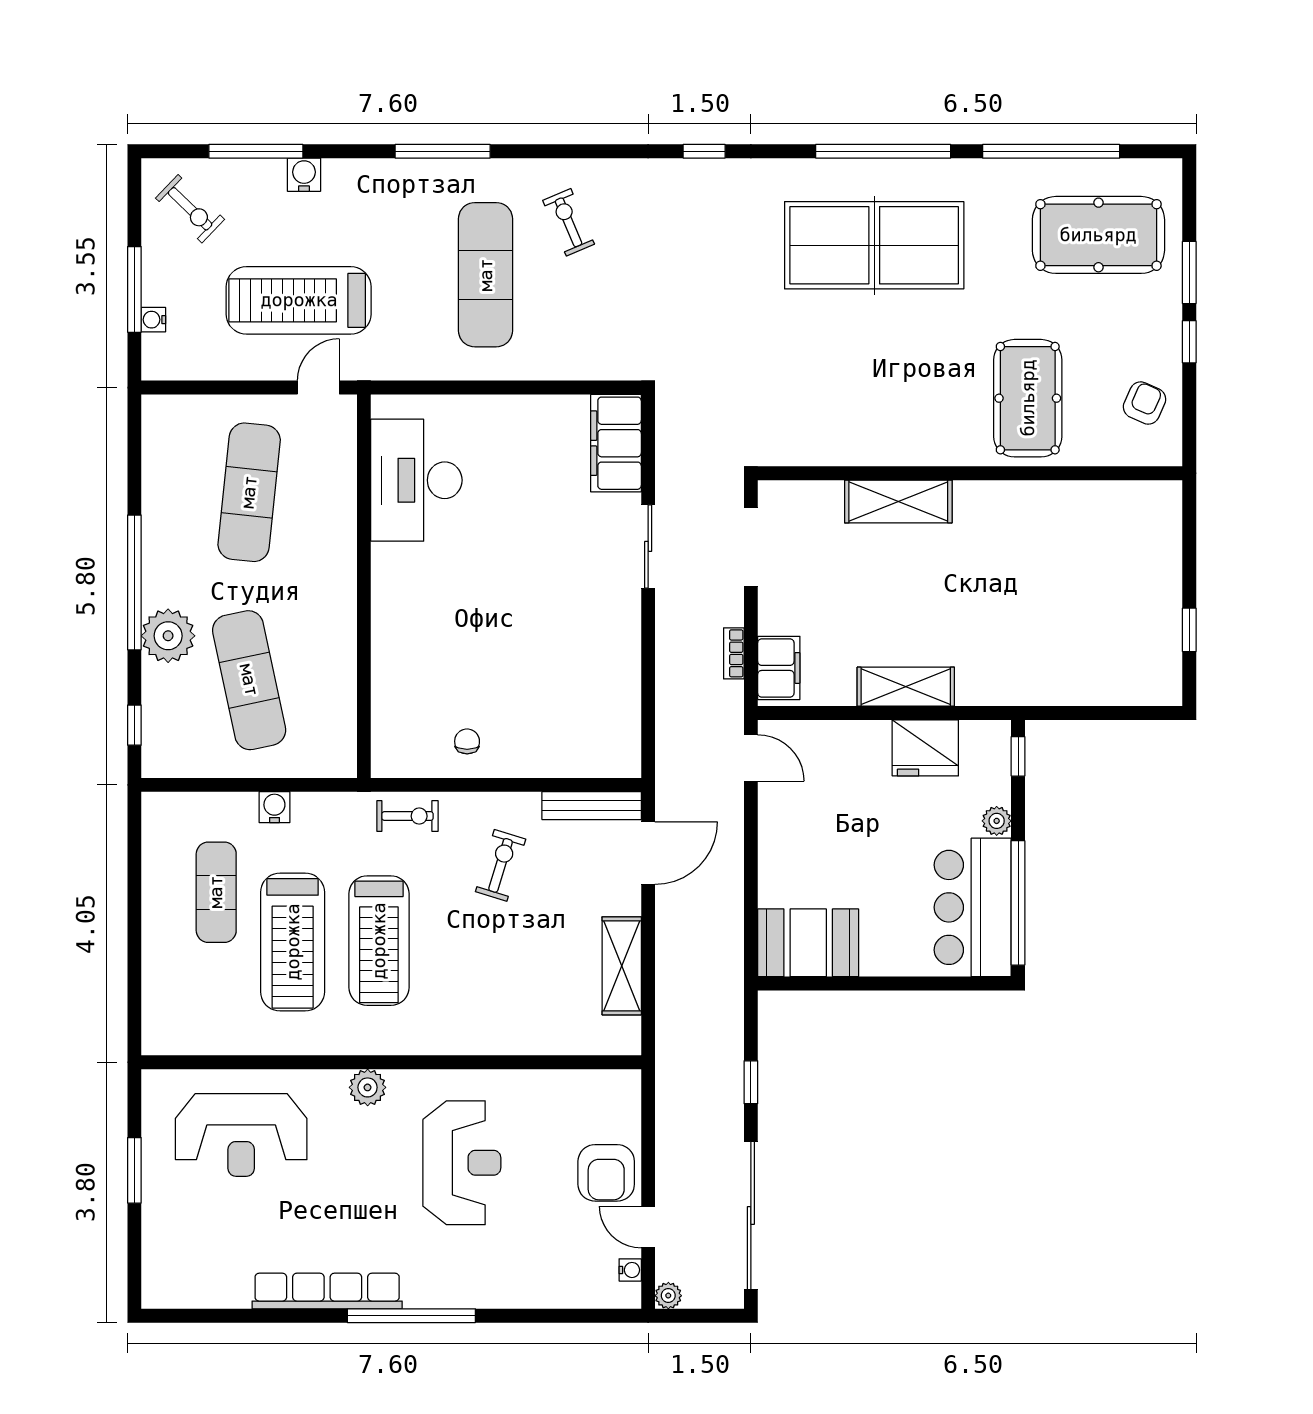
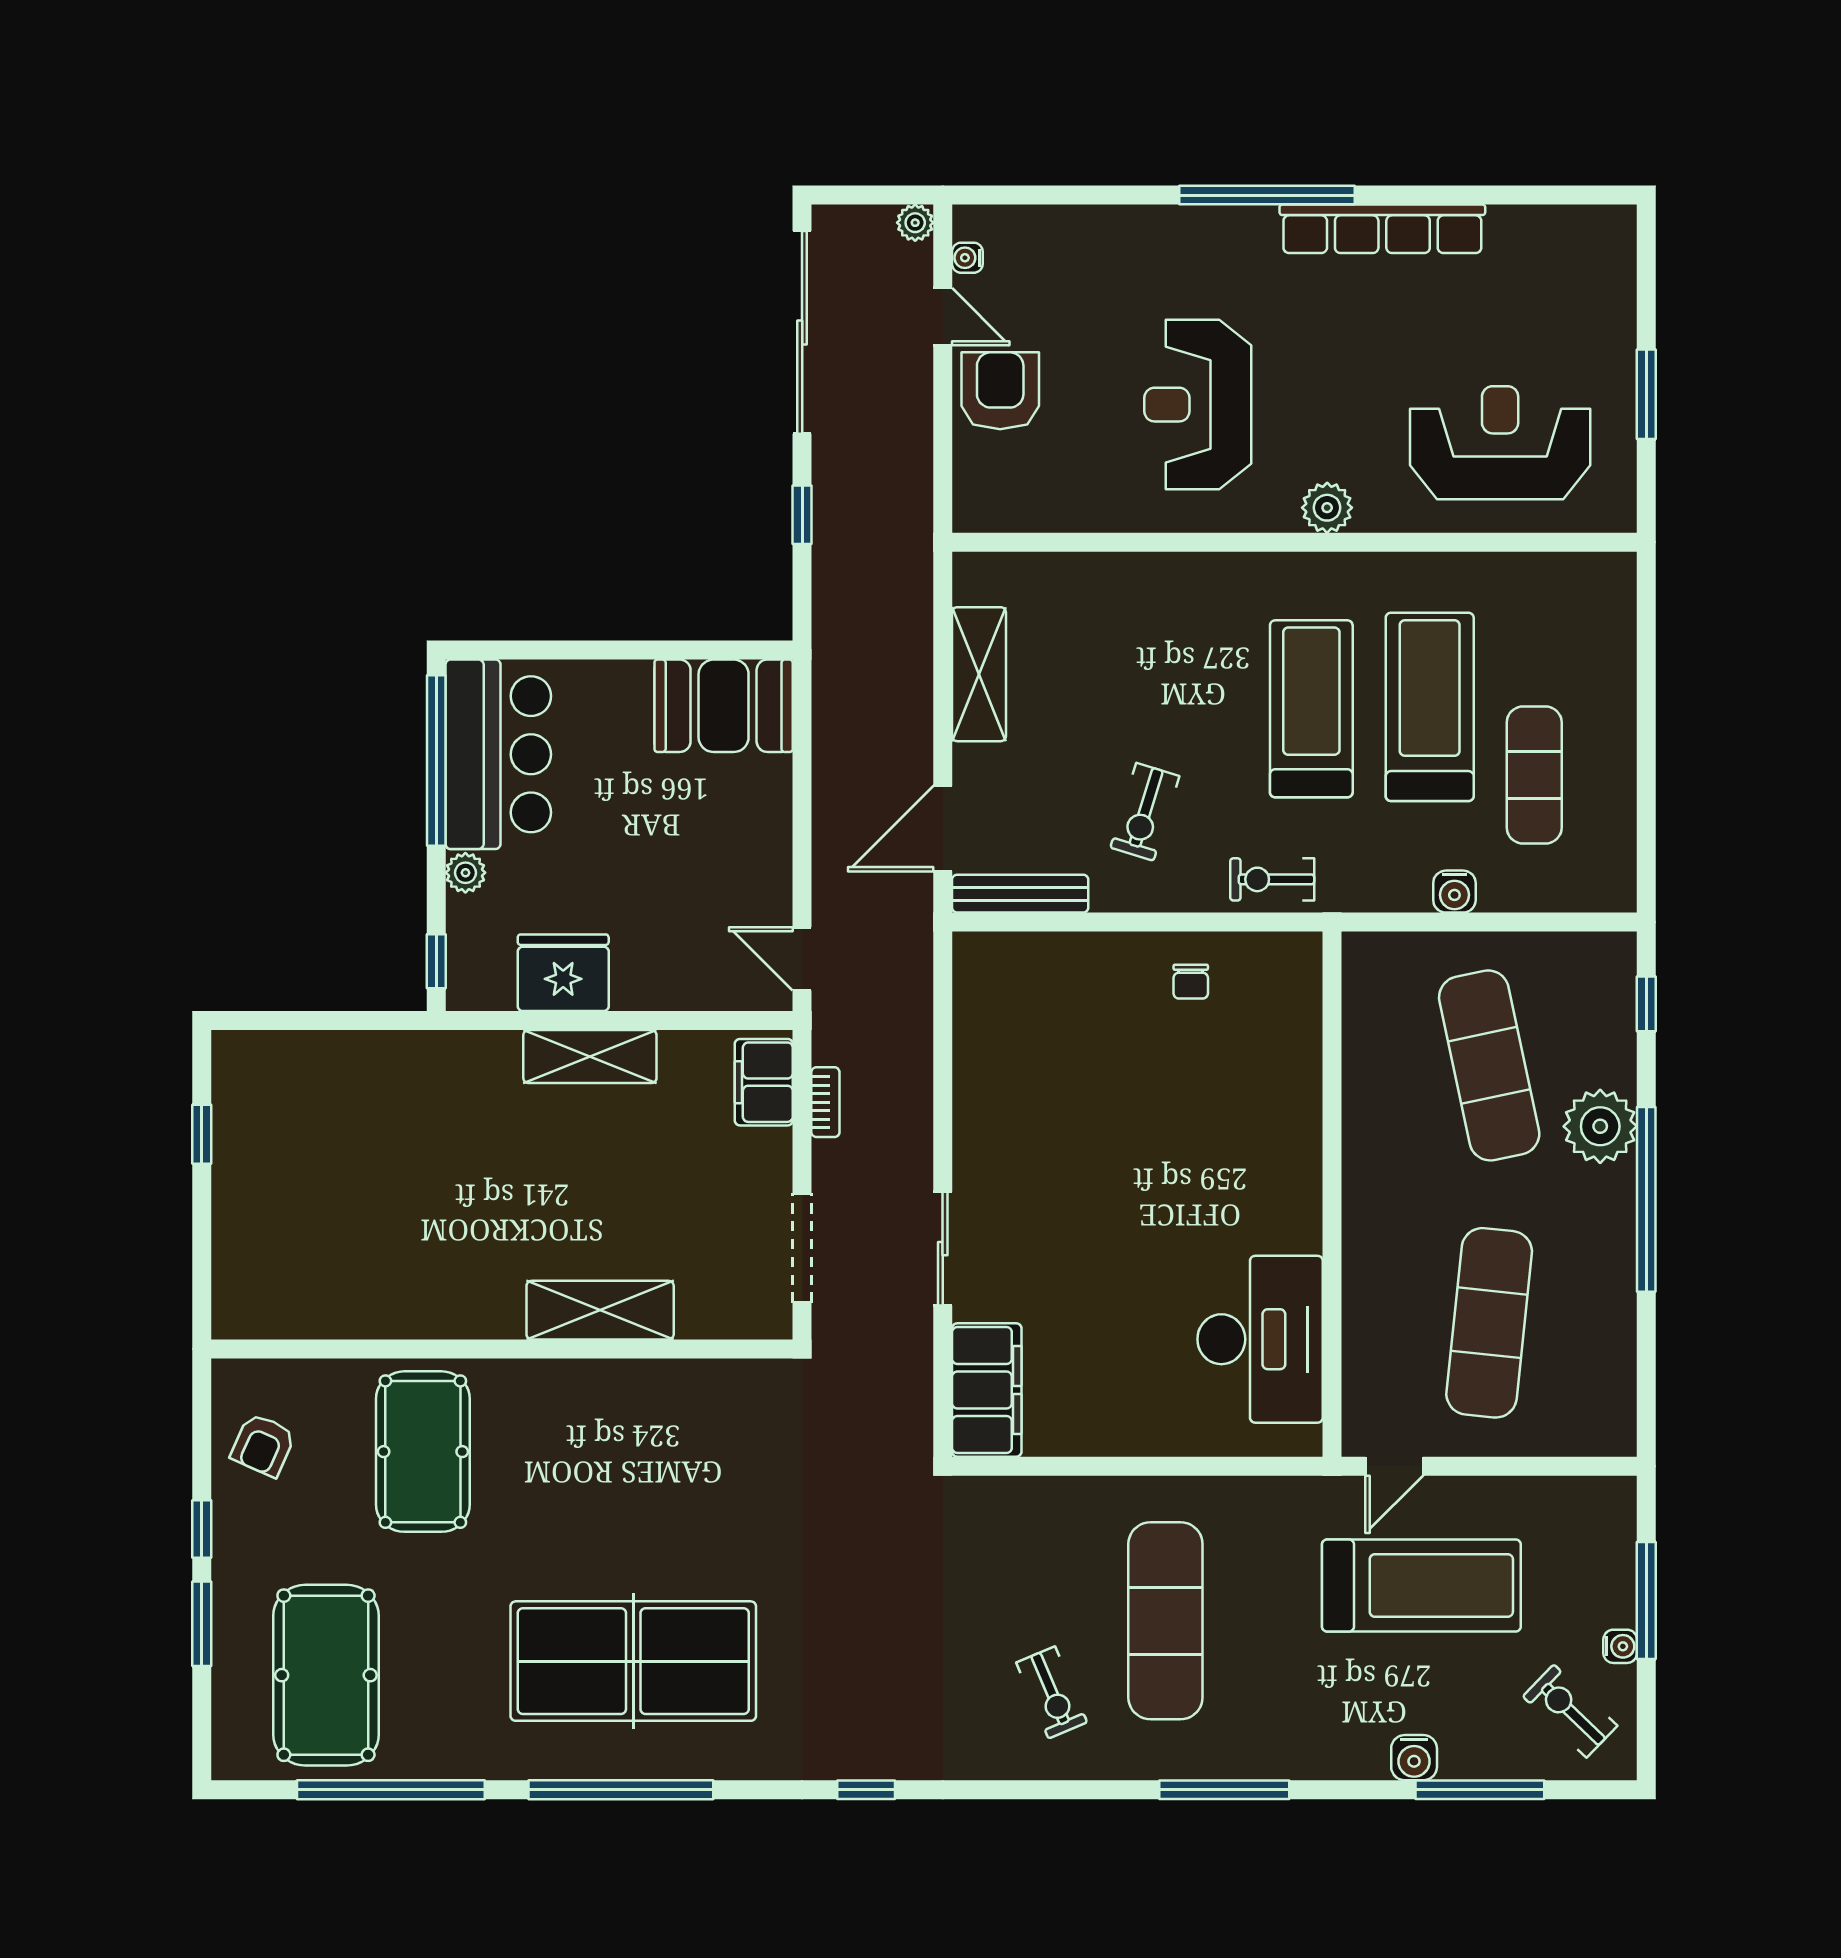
pool table: (1098, 235) -> (326, 1675), turned 90
water cooler: (153, 320) -> (1620, 1646), moved

